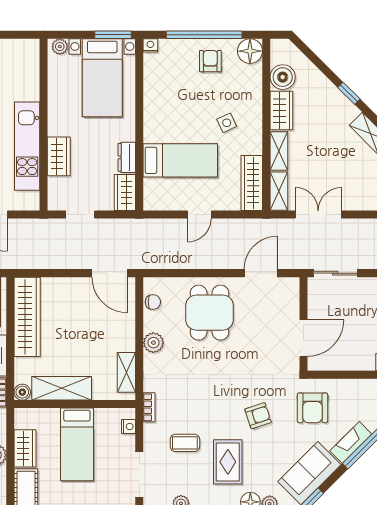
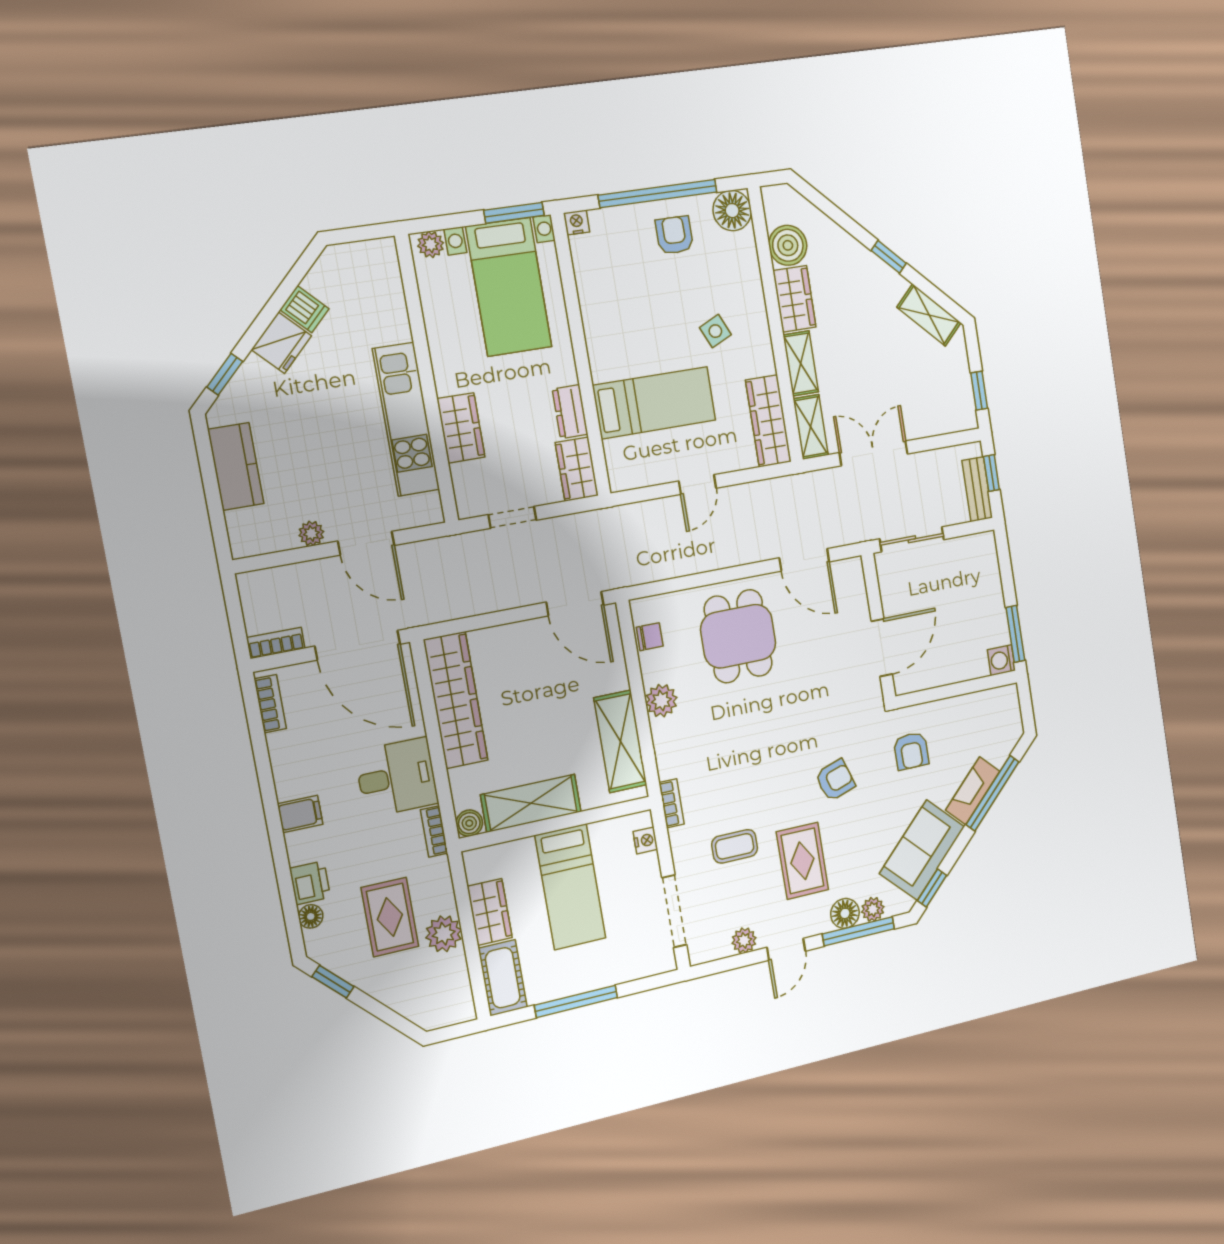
door: (261, 273) -> (804, 560), swing flipped
shelving: (126, 372) -> (620, 741), width x1.50, depth x1.33
armchair: (312, 408) -> (911, 751), width x0.72, depth x0.72

